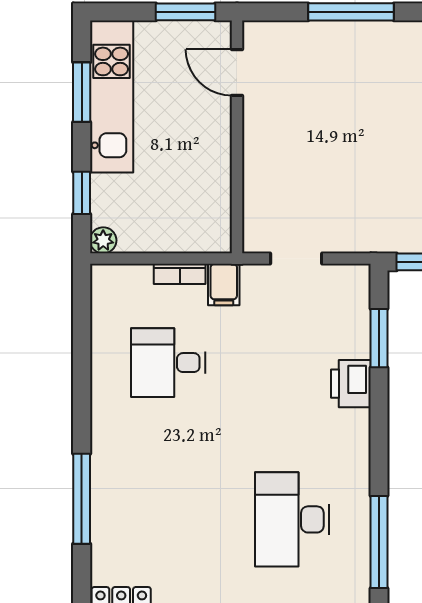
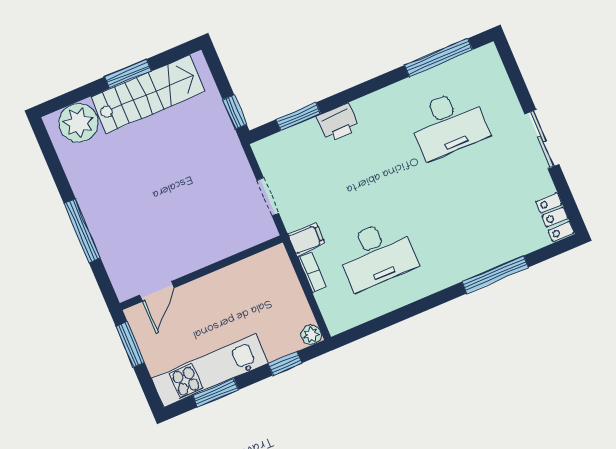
desk: (168, 363) -> (376, 254), width x1.37

